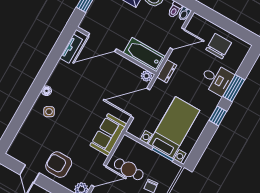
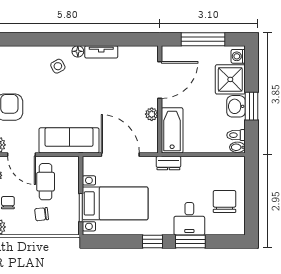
door: (177, 39) -> (208, 155), removed
door: (102, 43) -> (160, 80), swing flipped
chair: (219, 46) -> (224, 202), turned -90
tv unit: (71, 49) -> (101, 52), moved
plant: (147, 76) -> (152, 114), moved
sofa: (108, 135) -> (69, 140), width x1.36

